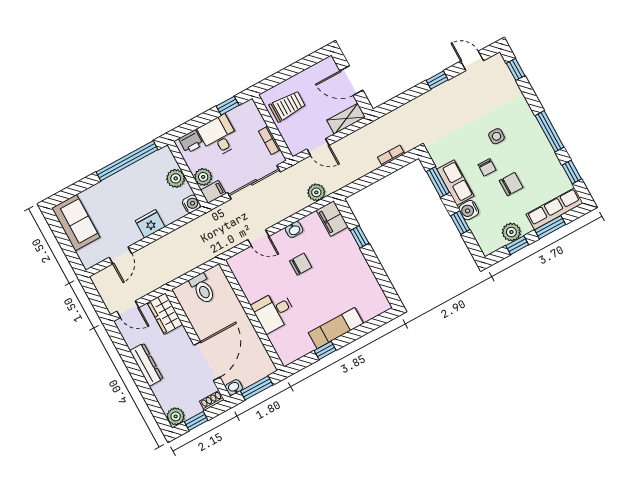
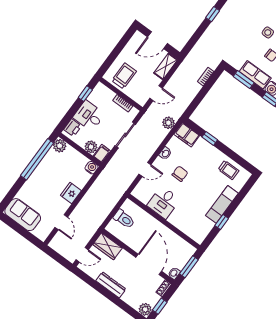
plant: (176, 178) -> (60, 146), moved
sliding door: (254, 182) -> (125, 135), width x0.73
trolley: (365, 288) -> (229, 170), added
desk: (274, 311) -> (164, 202), moved

